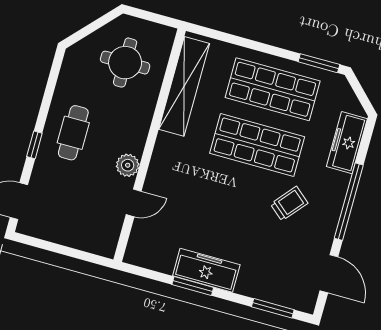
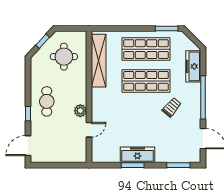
window: (95, 25) -> (43, 41), added

